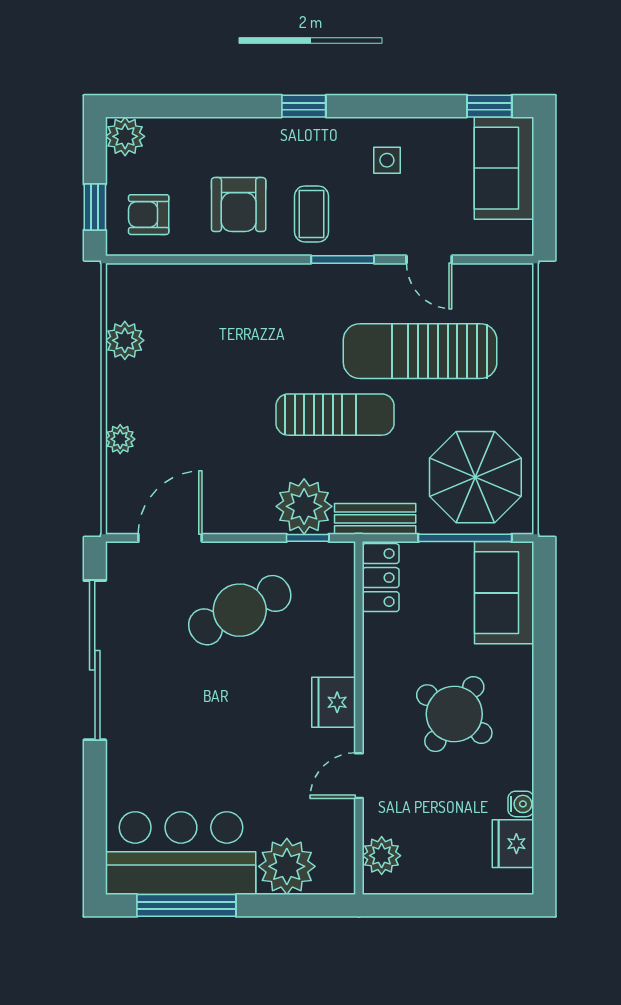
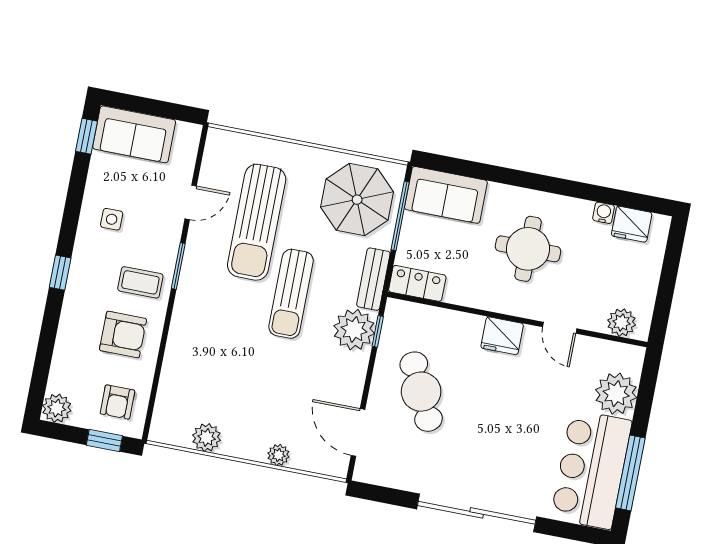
sun lounger: (335, 415) -> (291, 294), turned 180
sliding door: (95, 660) -> (477, 513), moved
round table: (454, 714) -> (528, 249), turned -35

